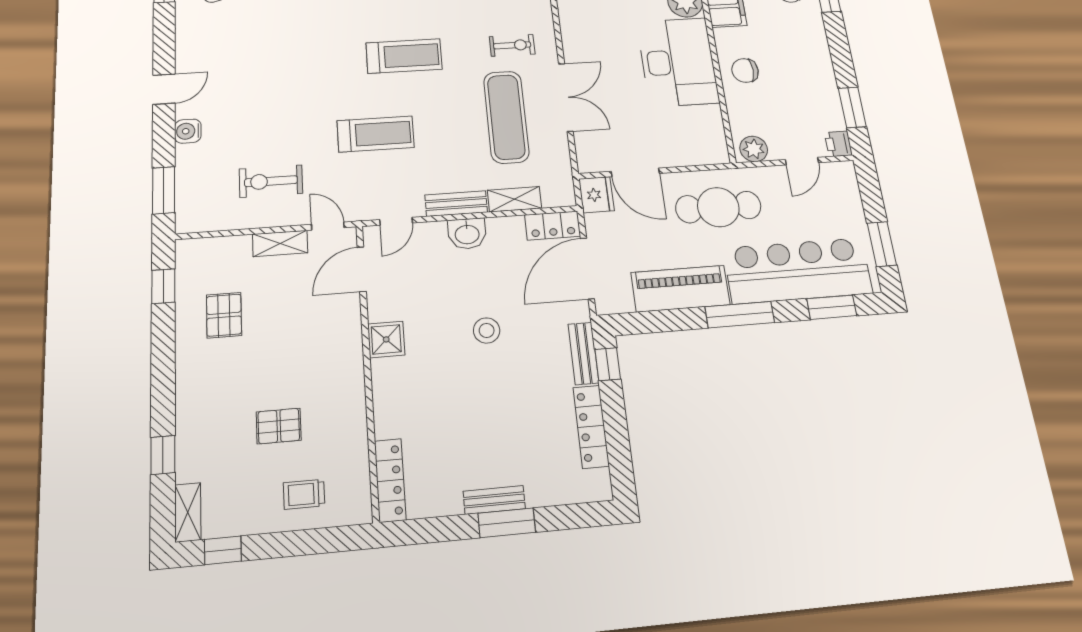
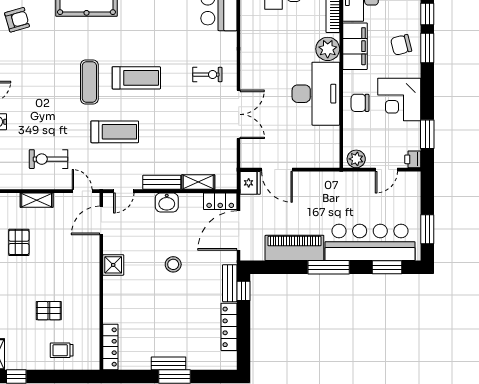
corner desk: (801, 63) -> (399, 100), added
exercise mat: (506, 117) -> (89, 82), moved, width x0.73, depth x0.69
cafe table: (718, 207) -> (327, 197), removed
shelving: (280, 243) -> (37, 200), moved

